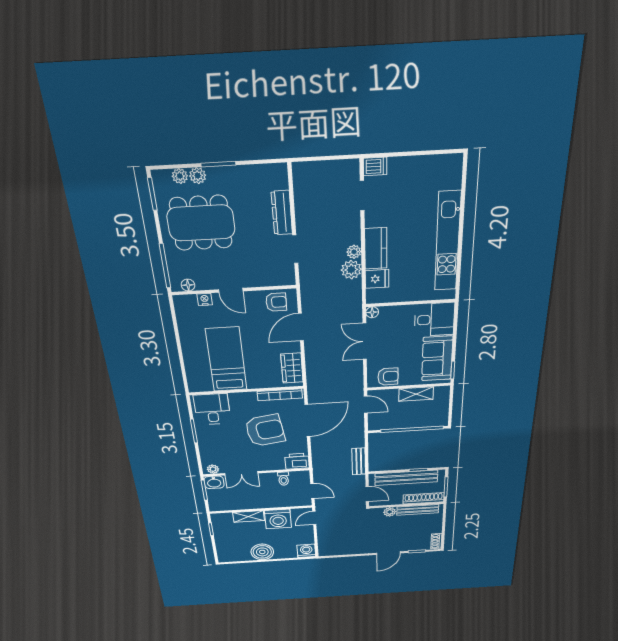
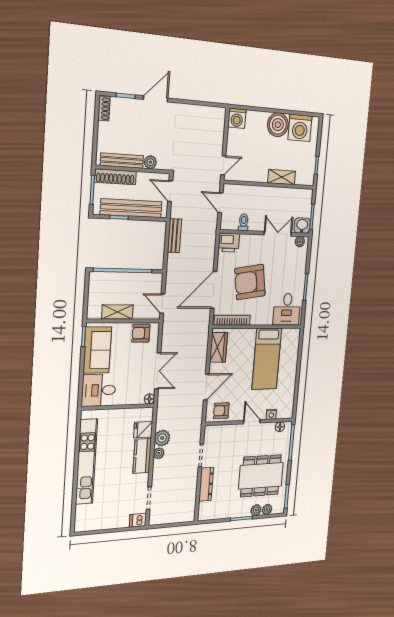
washing machine: (278, 519) -> (300, 128), moved, turned 180

